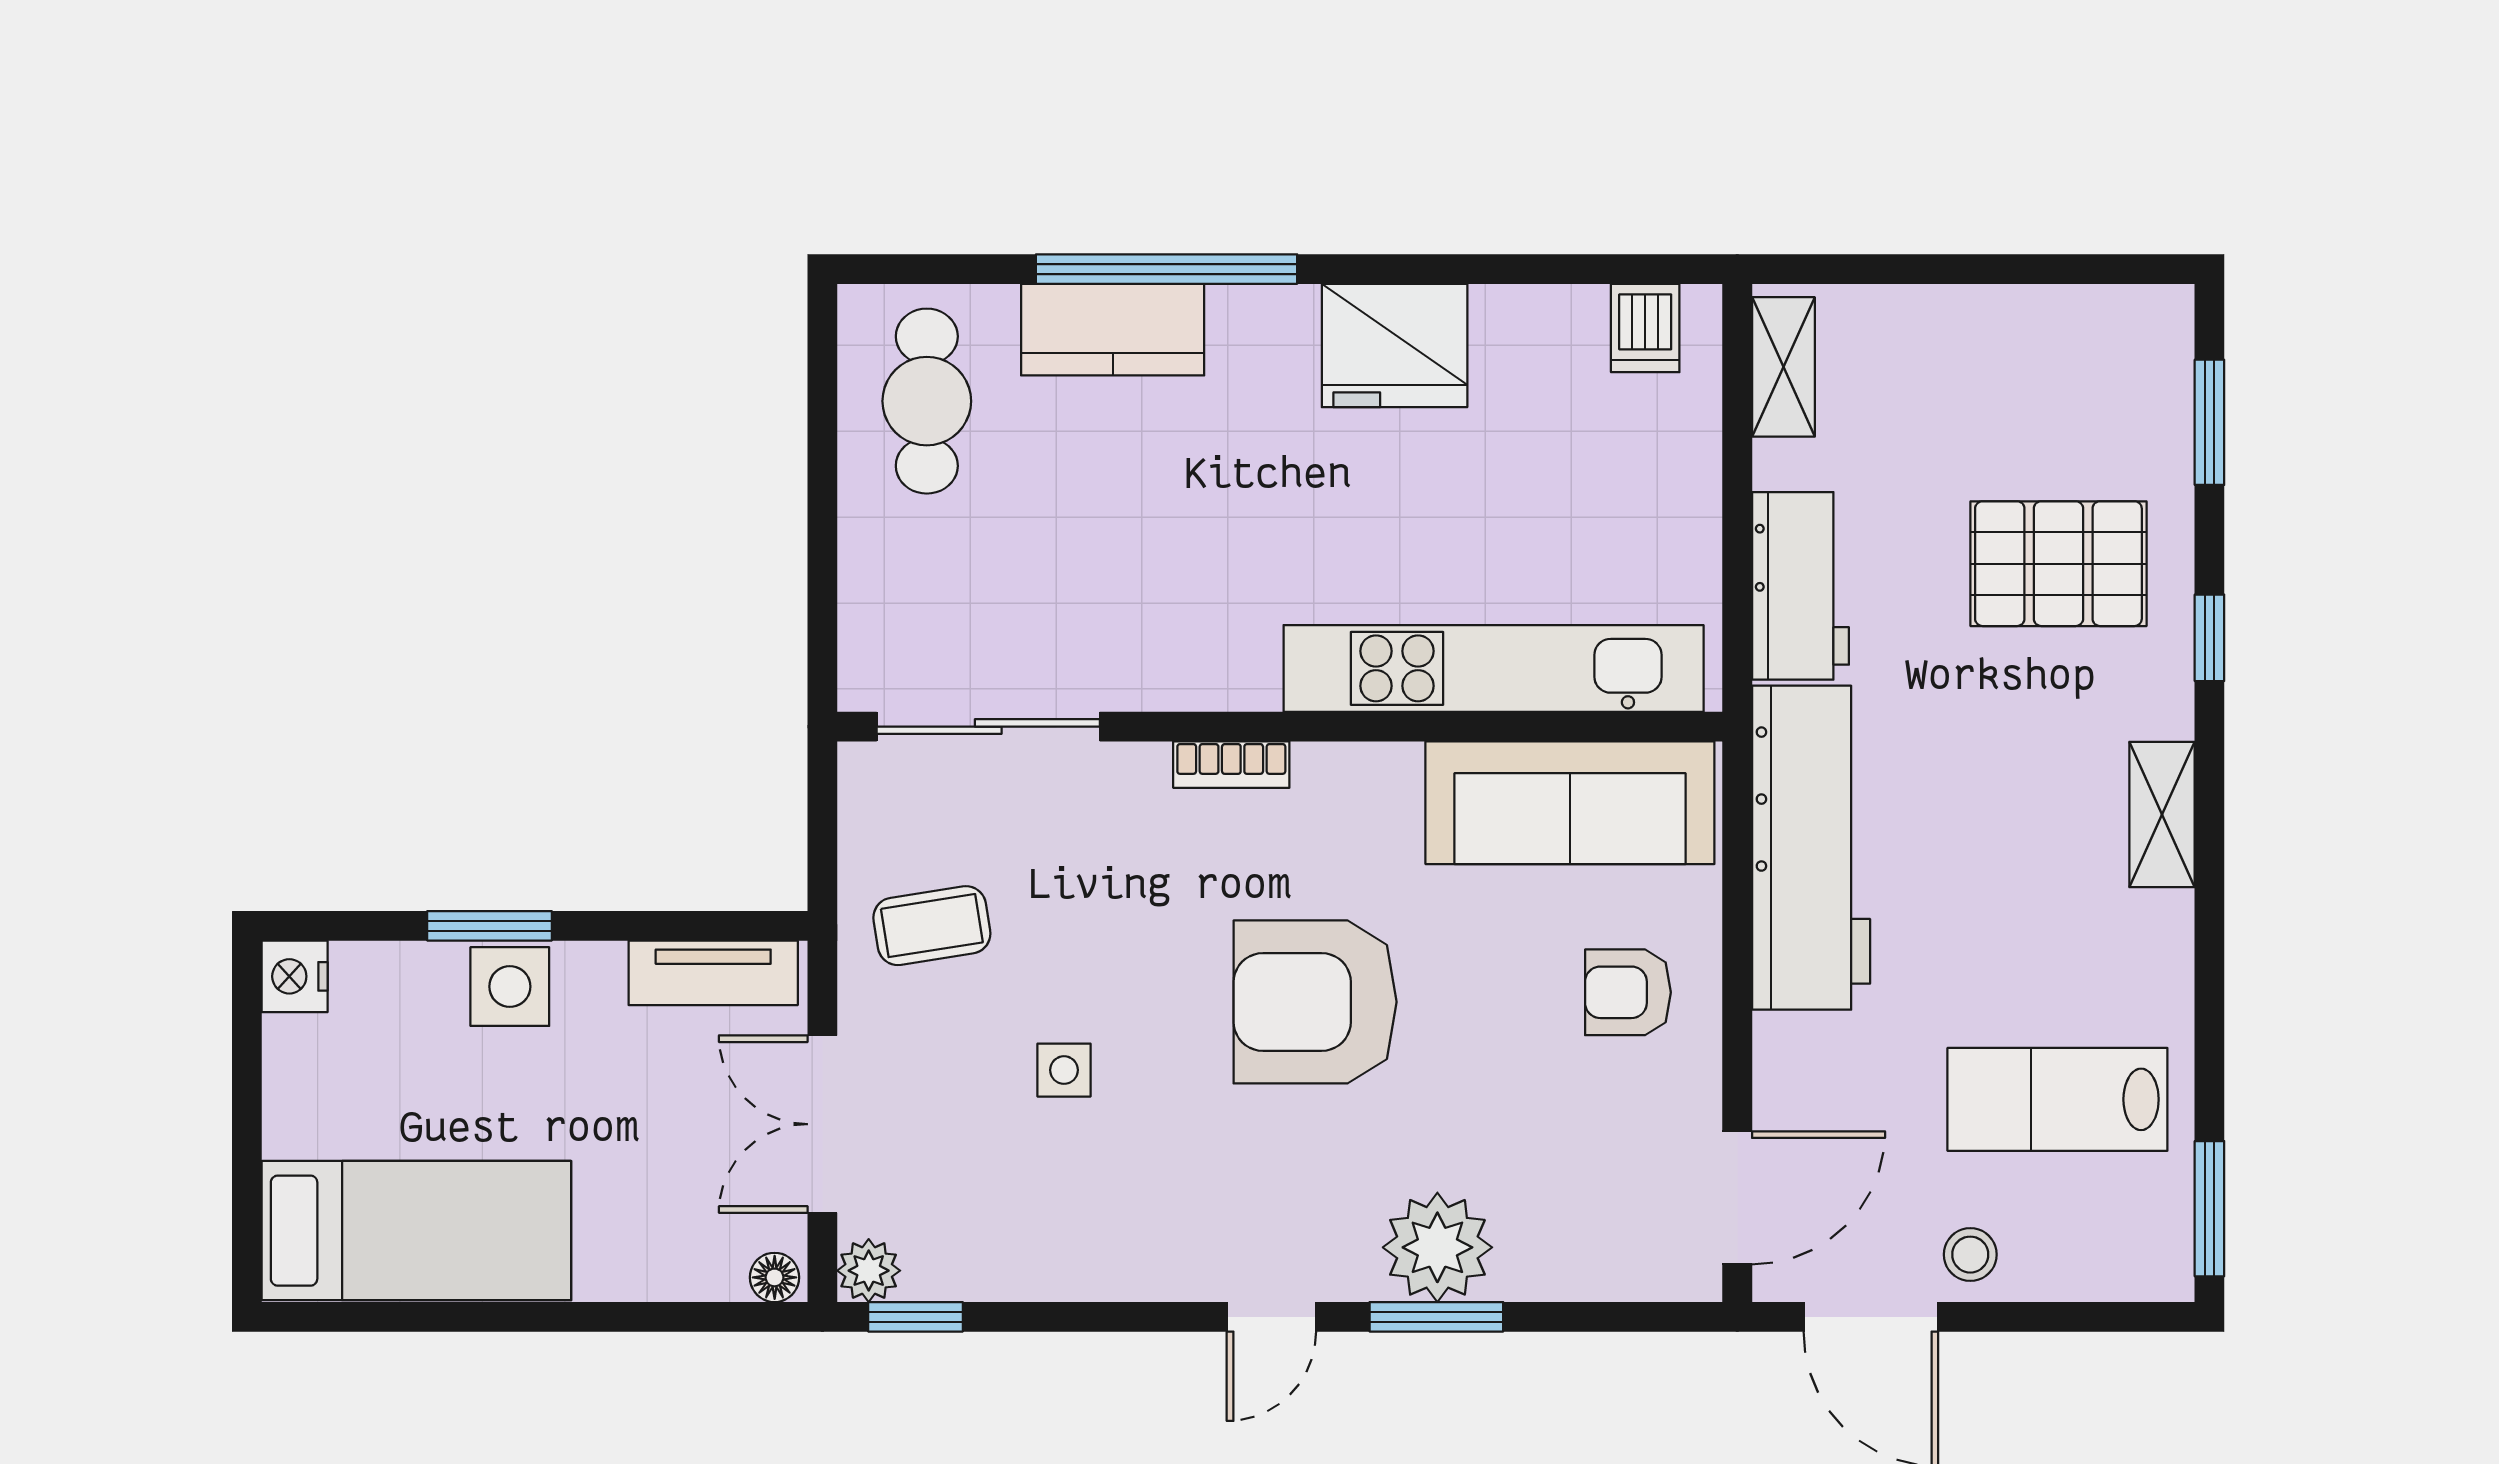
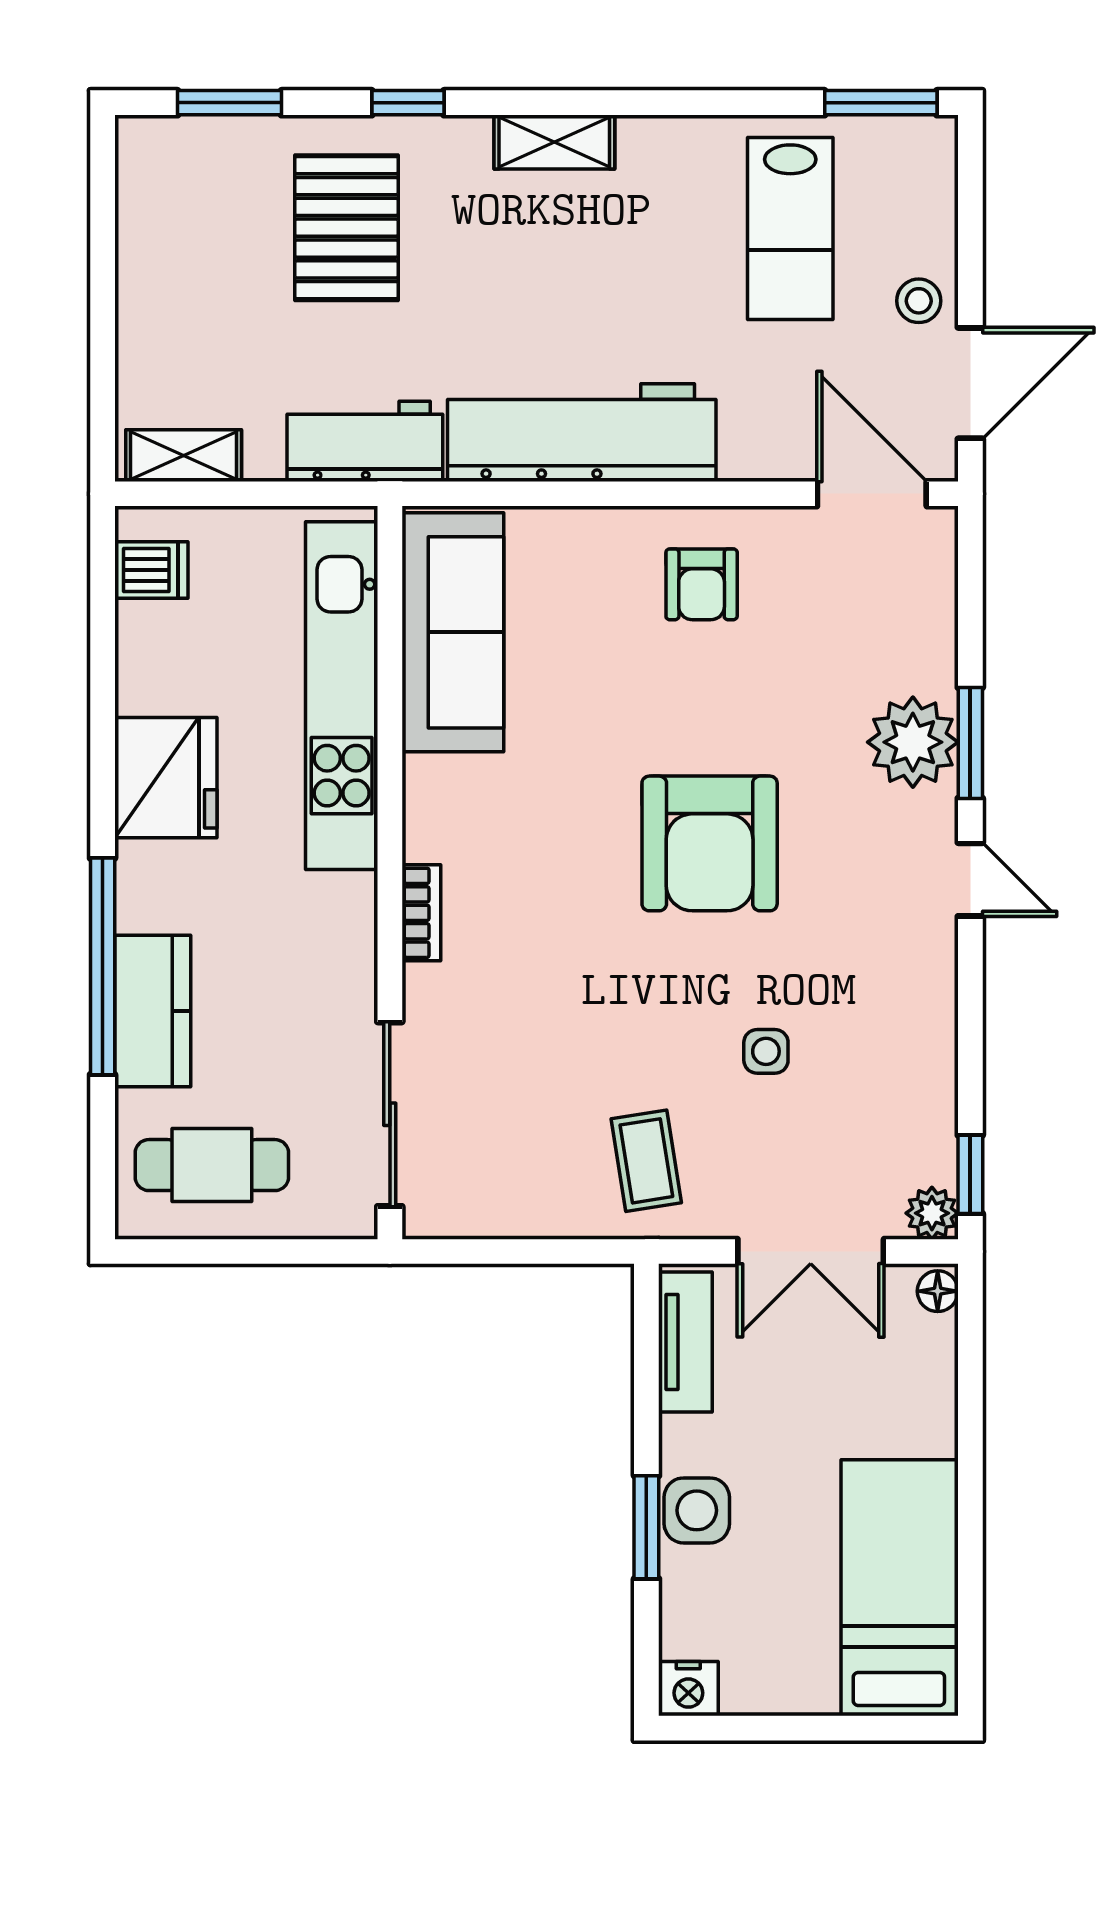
kitchen unit: (1494, 668) -> (342, 696), moved
sliding door: (988, 727) -> (390, 1114), moved
wall: (1280, 727) -> (390, 873), moved
bookcase: (1231, 765) -> (421, 913), moved
sofa: (1570, 803) -> (453, 632), moved

